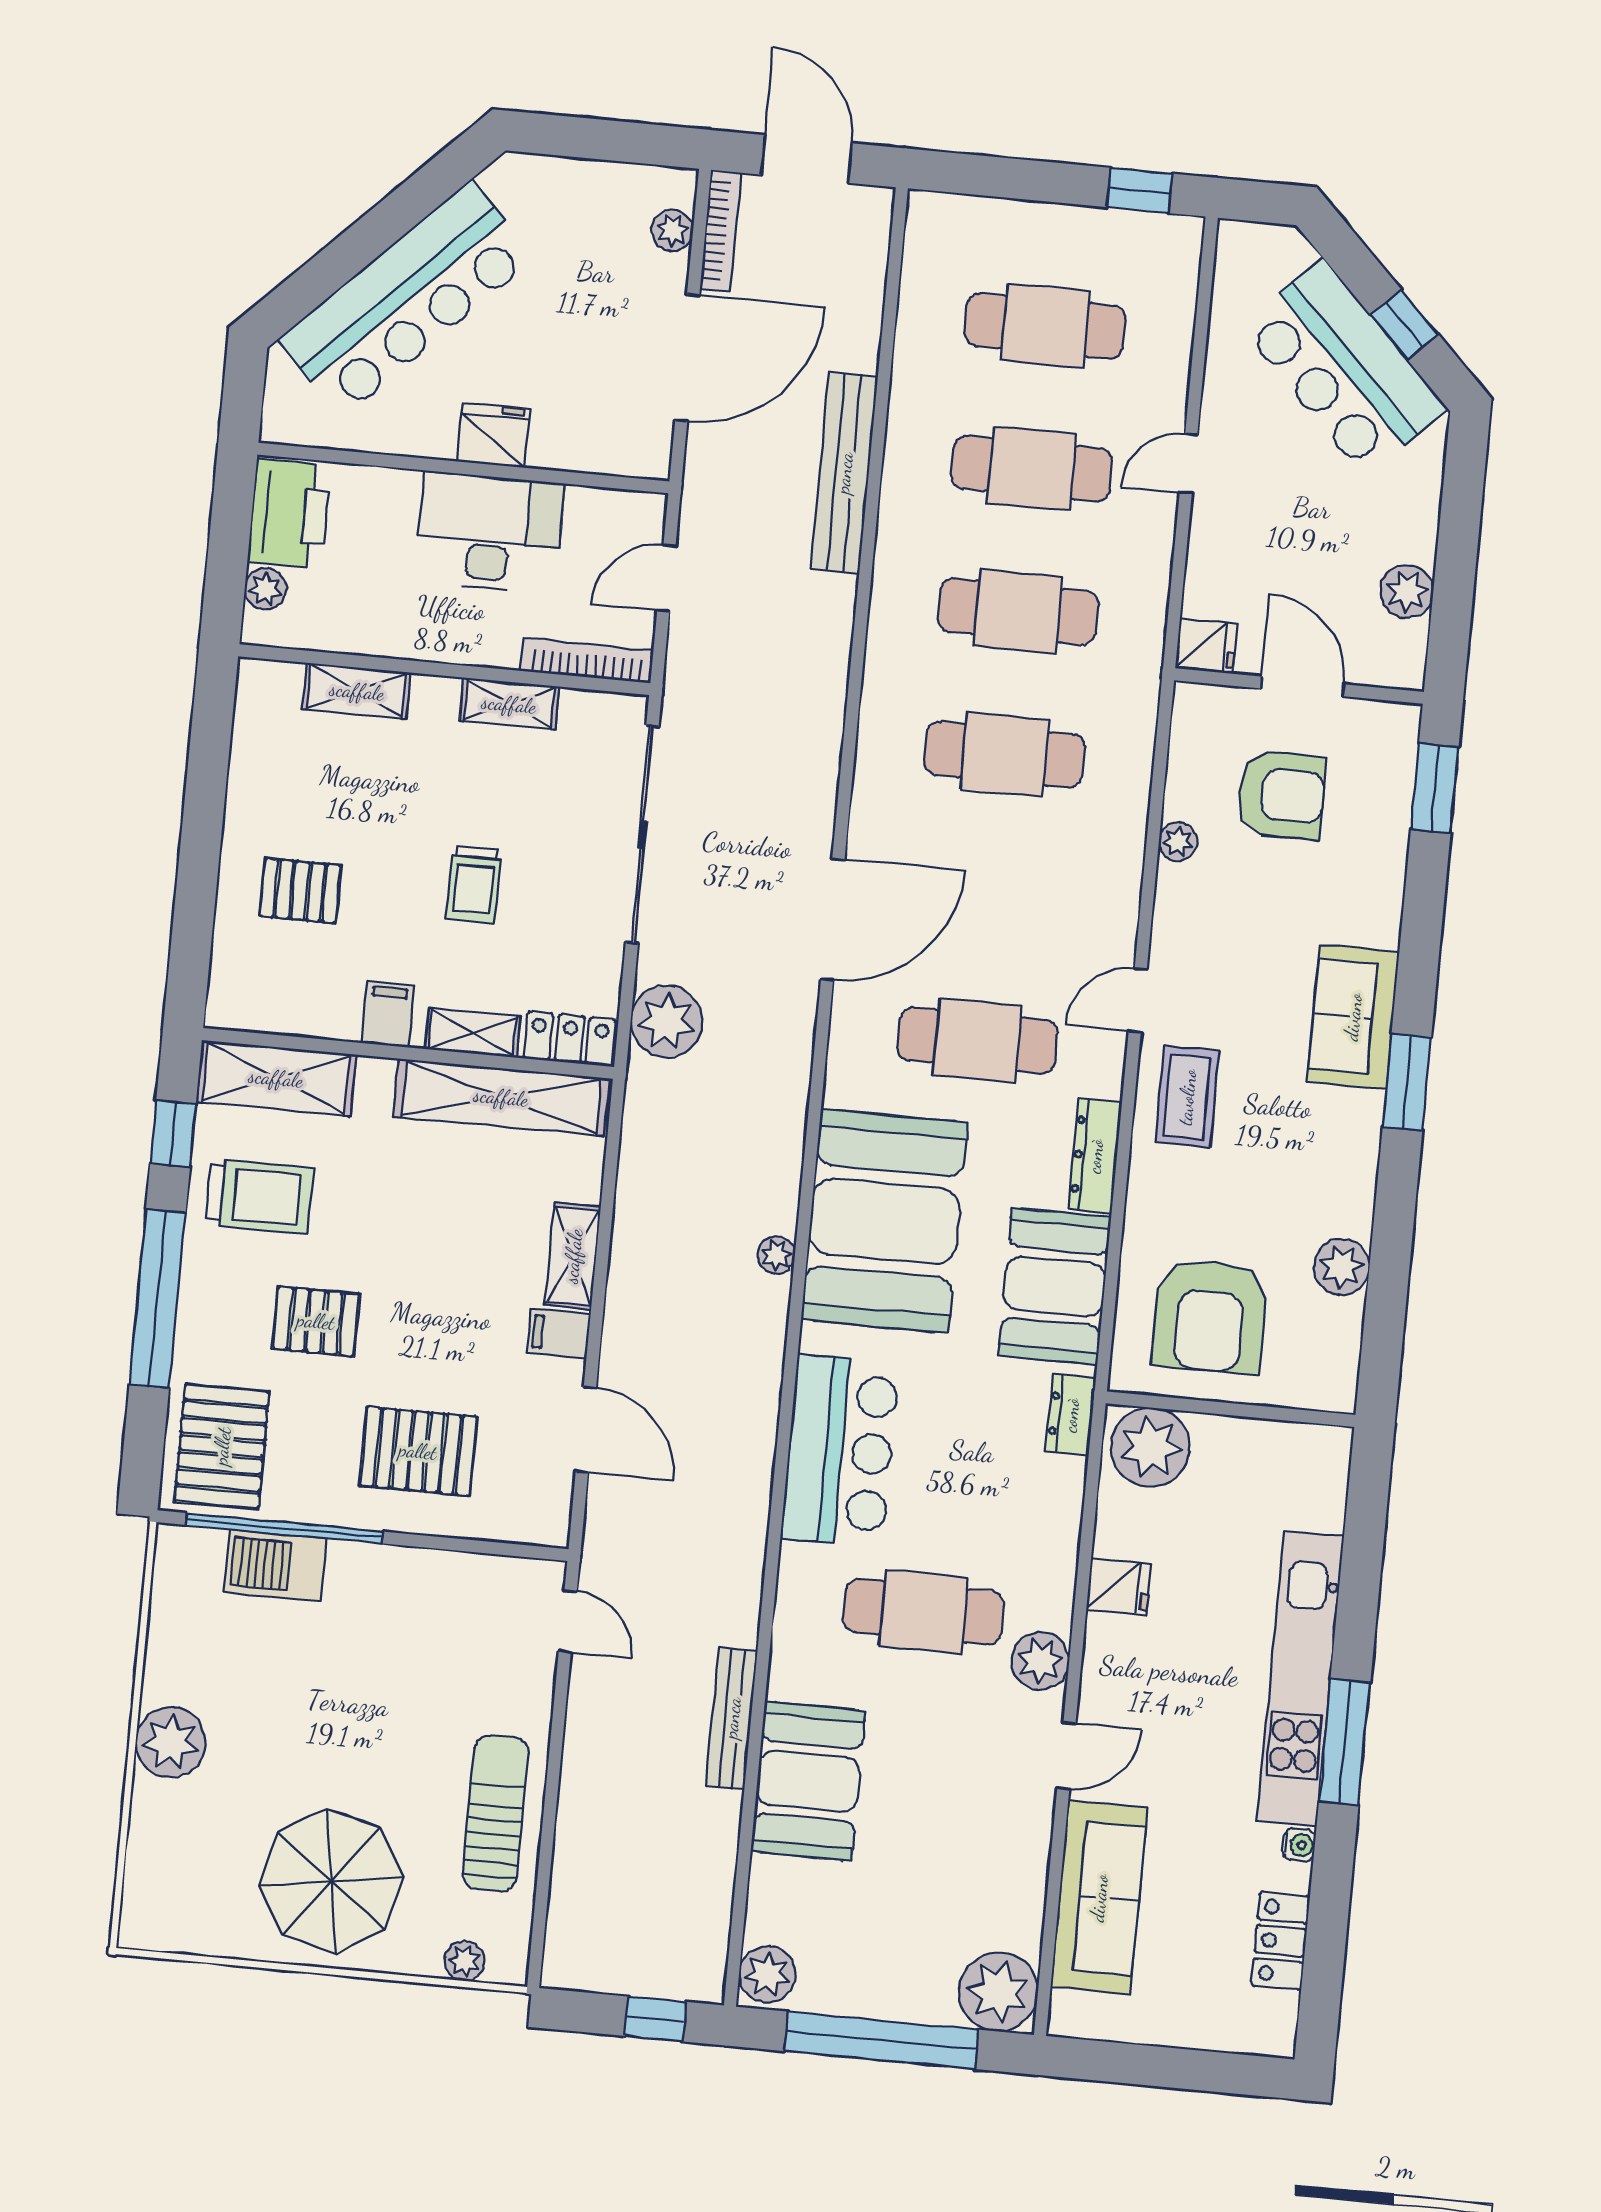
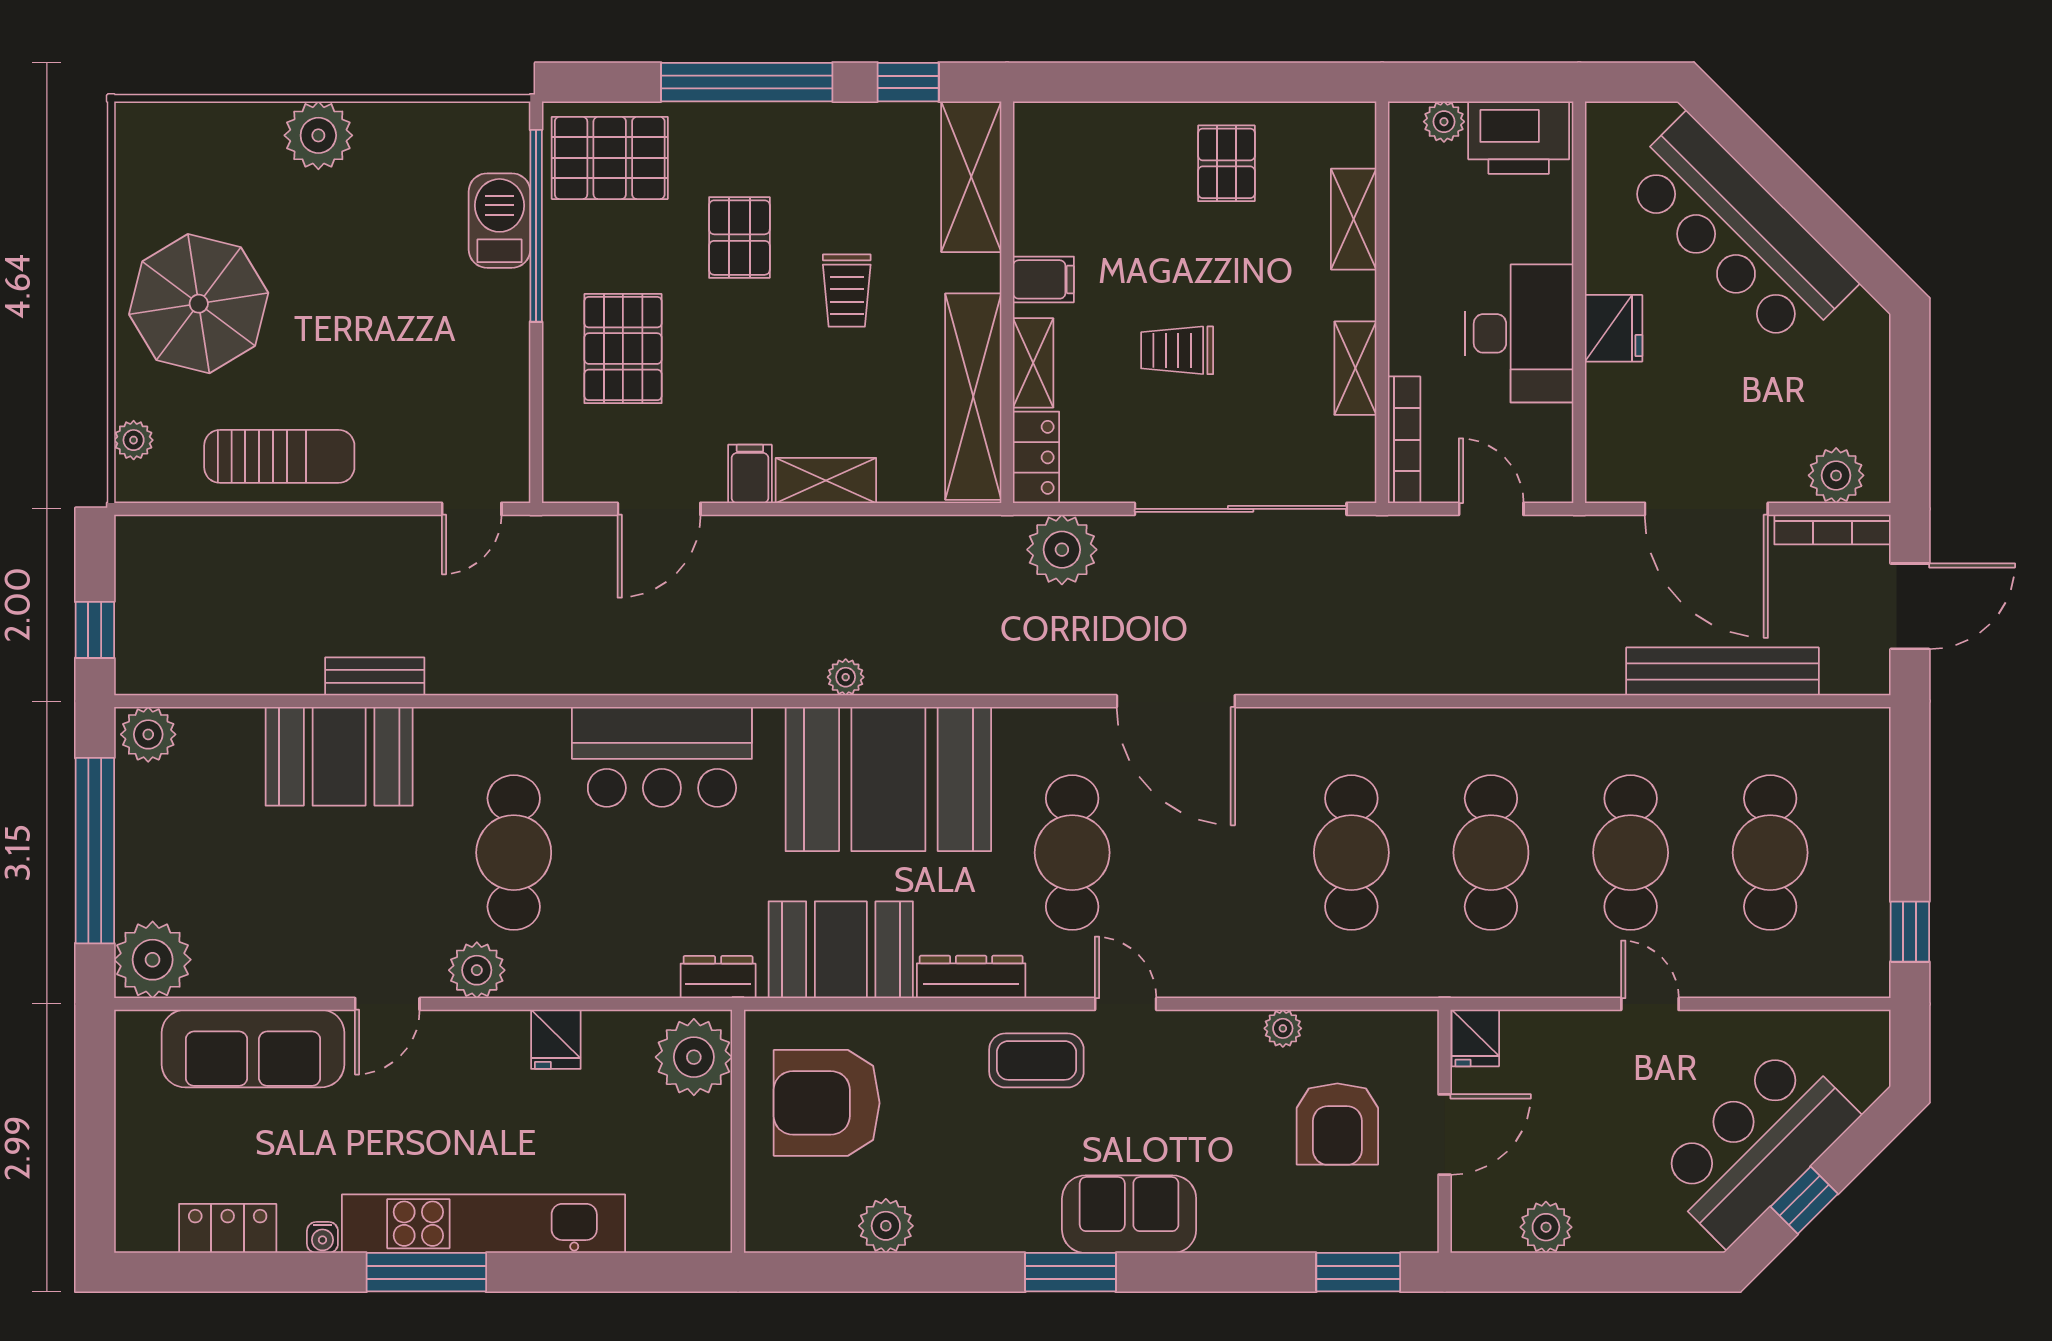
plant: (673, 230) -> (1836, 475), width x1.38, depth x1.38
bench: (844, 473) -> (1722, 671), moved
pallet: (300, 891) -> (1226, 163), moved
trolley: (259, 1196) -> (847, 291), moved, width x0.73, depth x0.72
bench: (732, 1718) -> (375, 676), width x0.73
door: (1066, 1756) -> (387, 1004), hinge flipped

